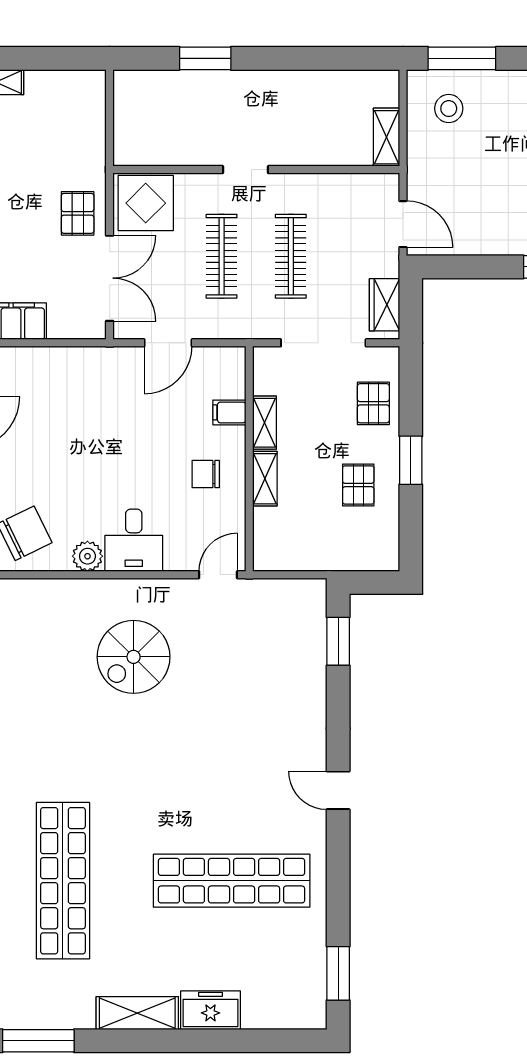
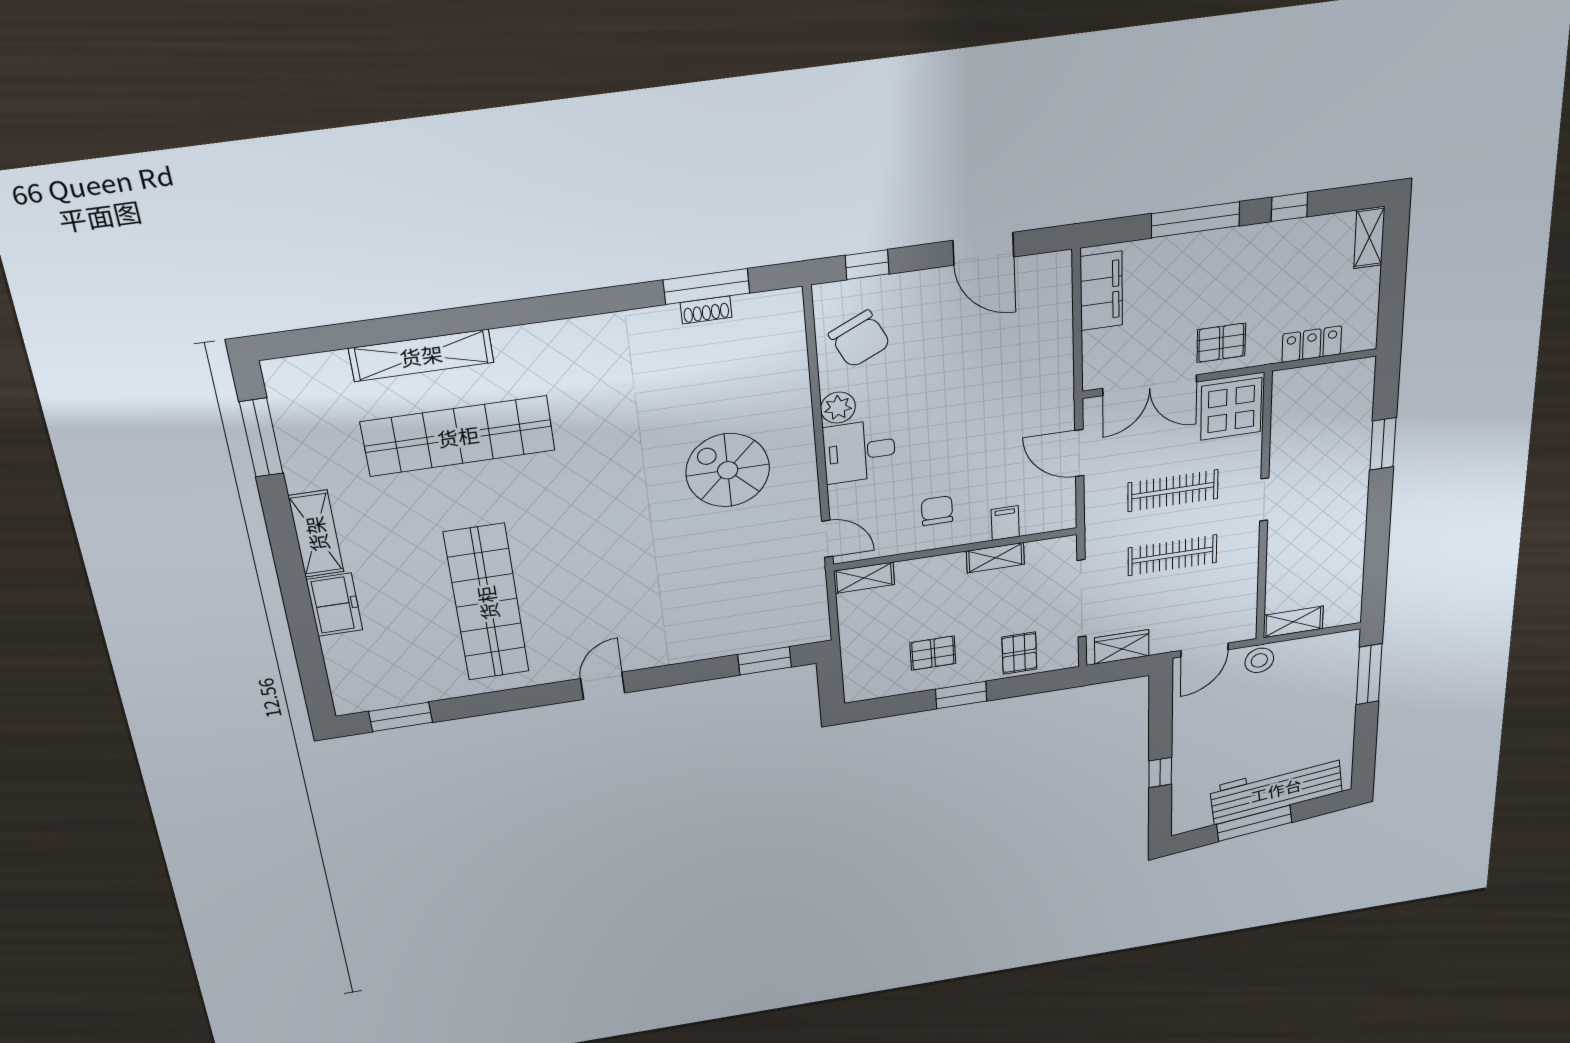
stool: (449, 109) -> (1259, 660), moved
locker: (92, 130) -> (1312, 344), added
pallet: (373, 403) -> (1019, 653), turned 90
shelving: (265, 479) -> (864, 578), moved

